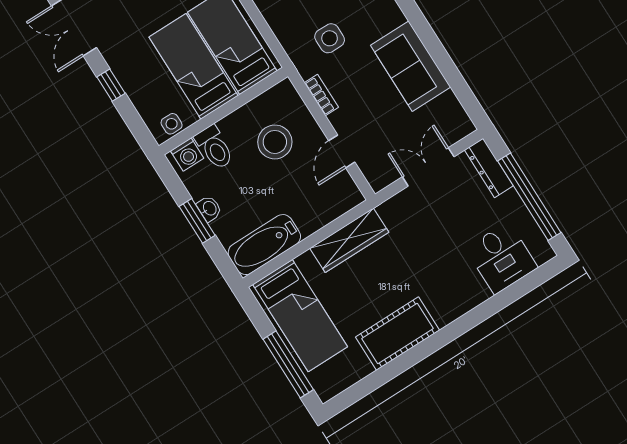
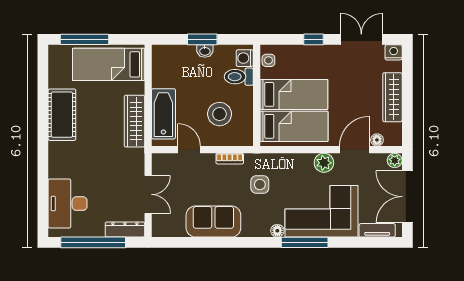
bathtub: (264, 245) -> (163, 114), moved
desk: (502, 258) -> (68, 204), width x1.37

